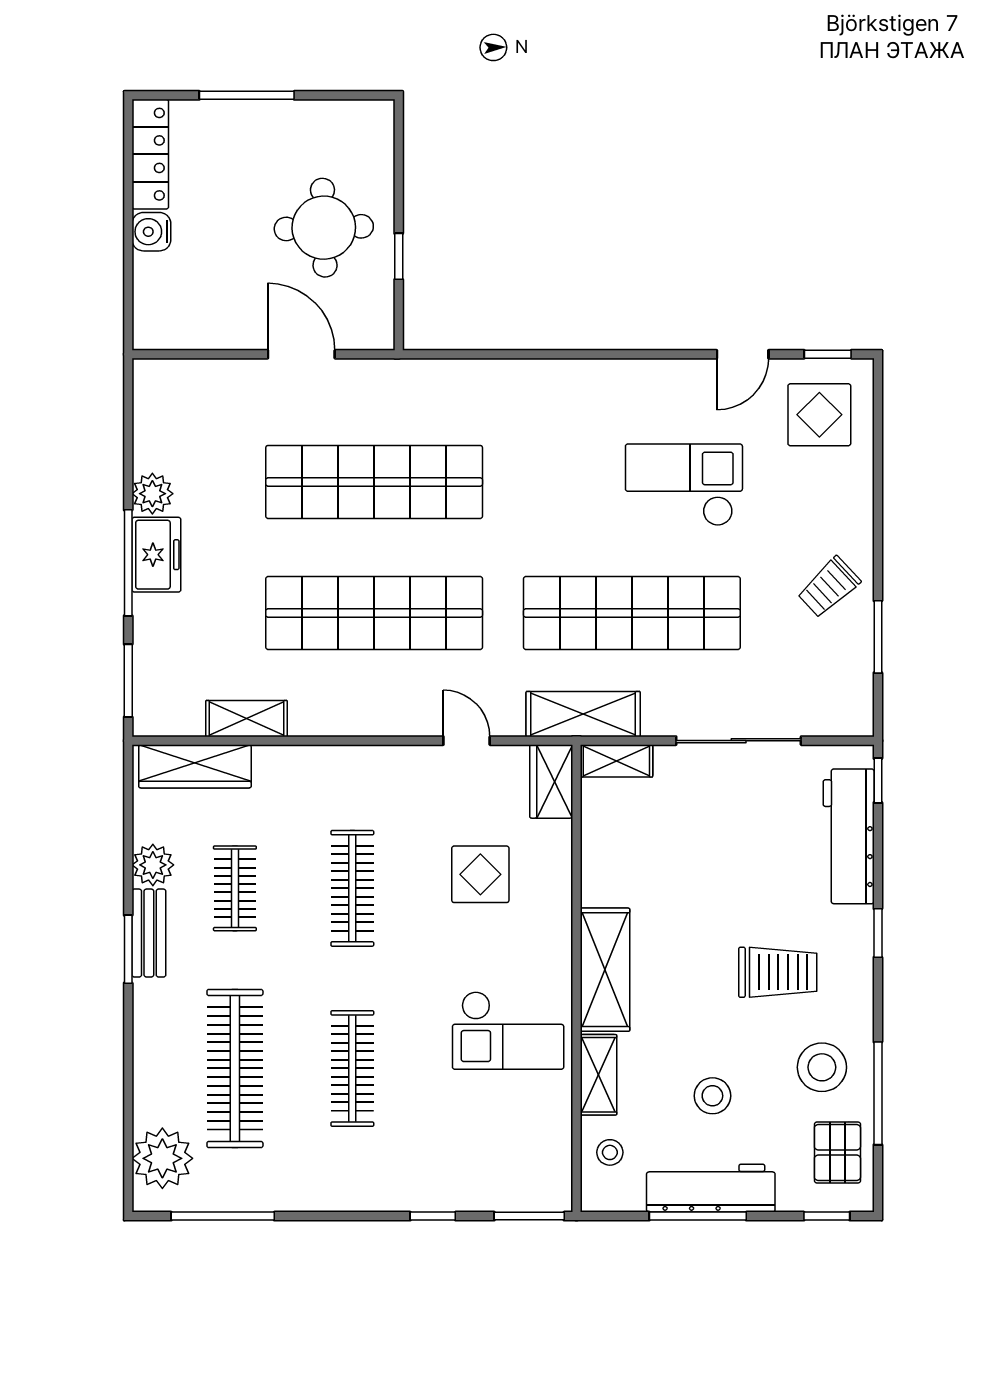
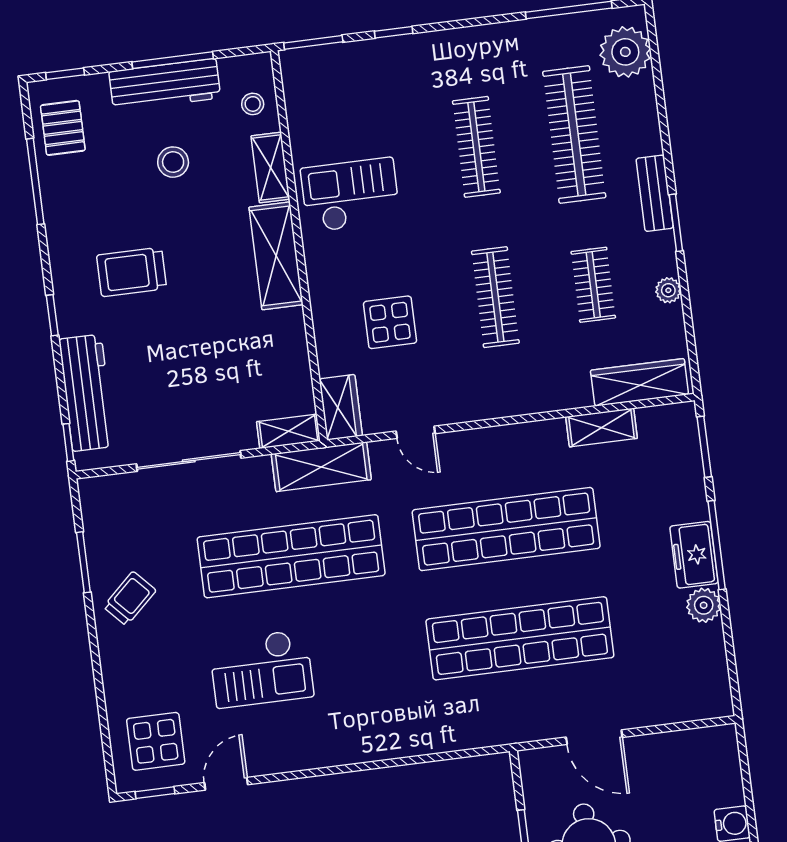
plant: (153, 865) -> (668, 290), width x0.73, depth x0.73
bench: (149, 933) -> (655, 193), moved
stool: (822, 1067) -> (85, 197), removed

